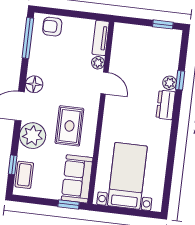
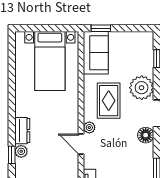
plant: (98, 63) -> (89, 128), moved
coffee table: (24, 175) -> (145, 51), removed

